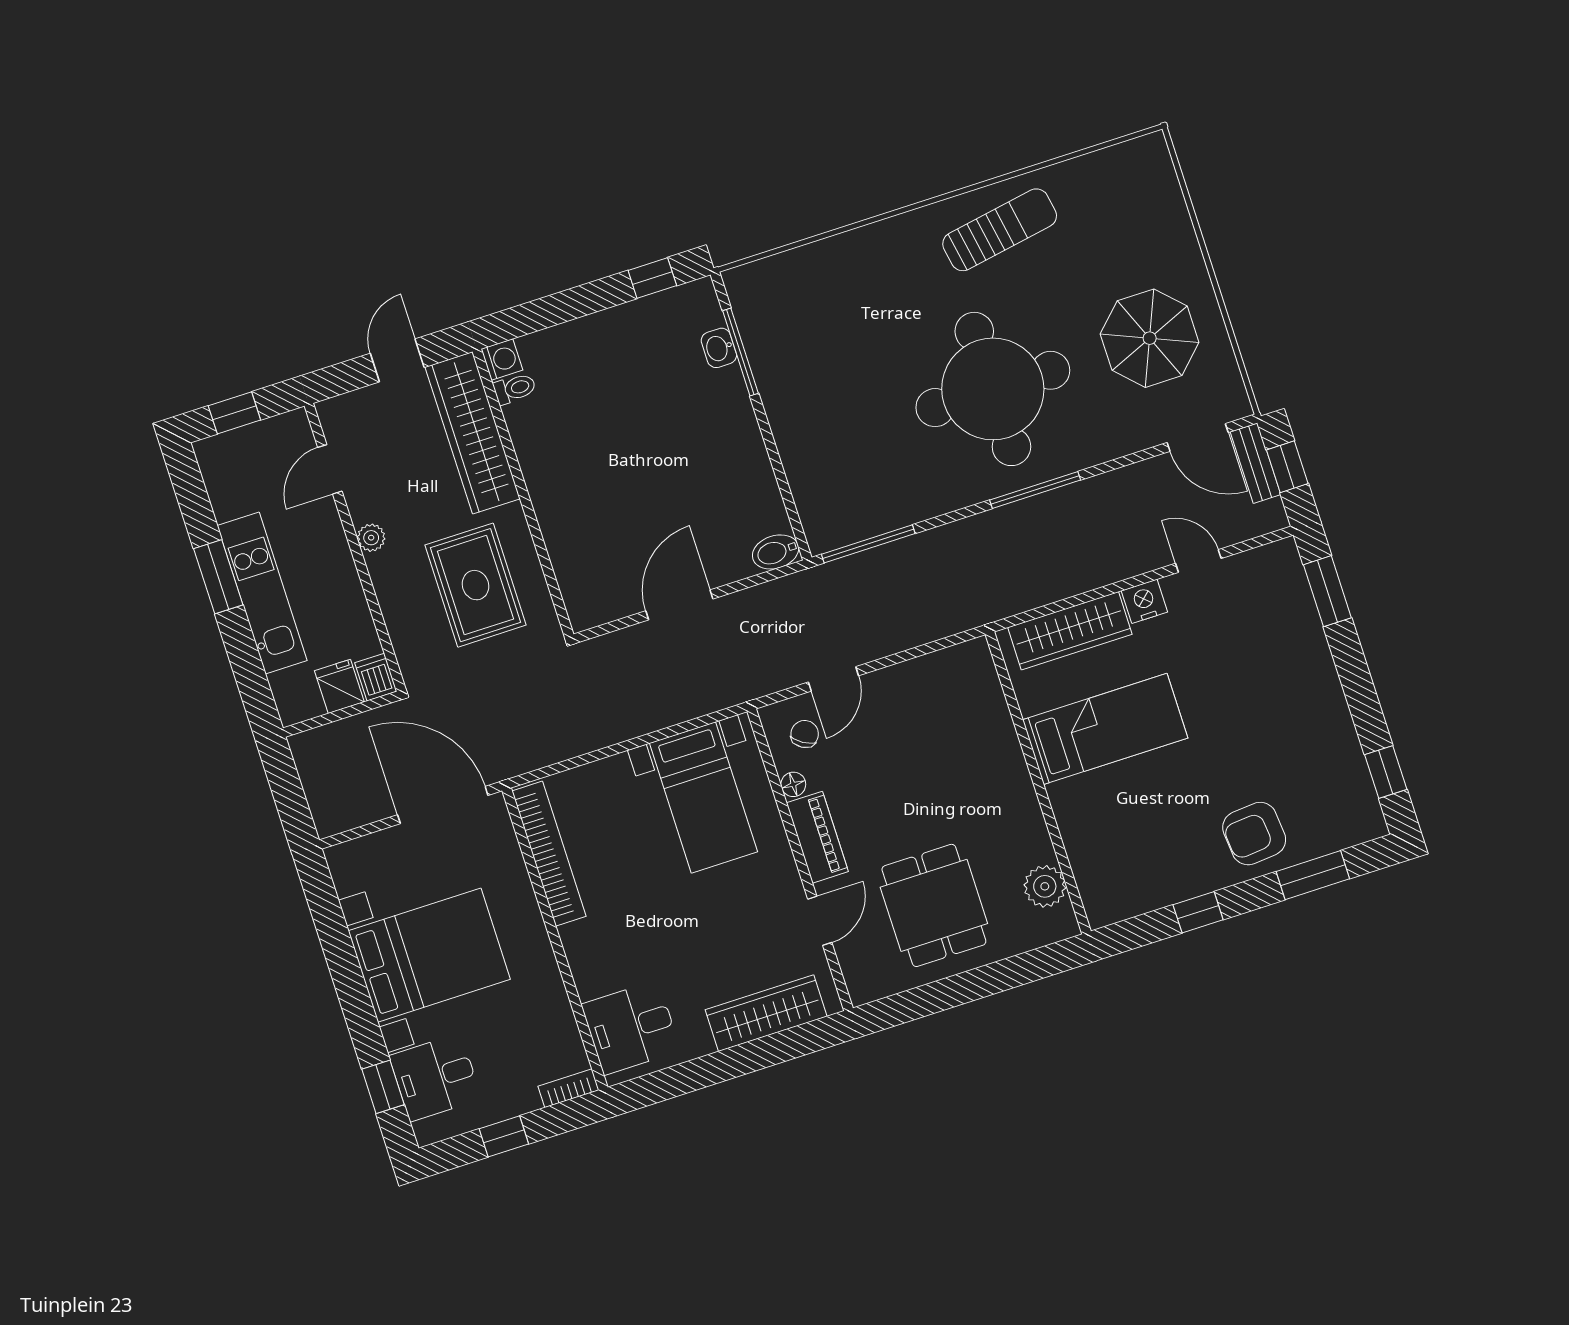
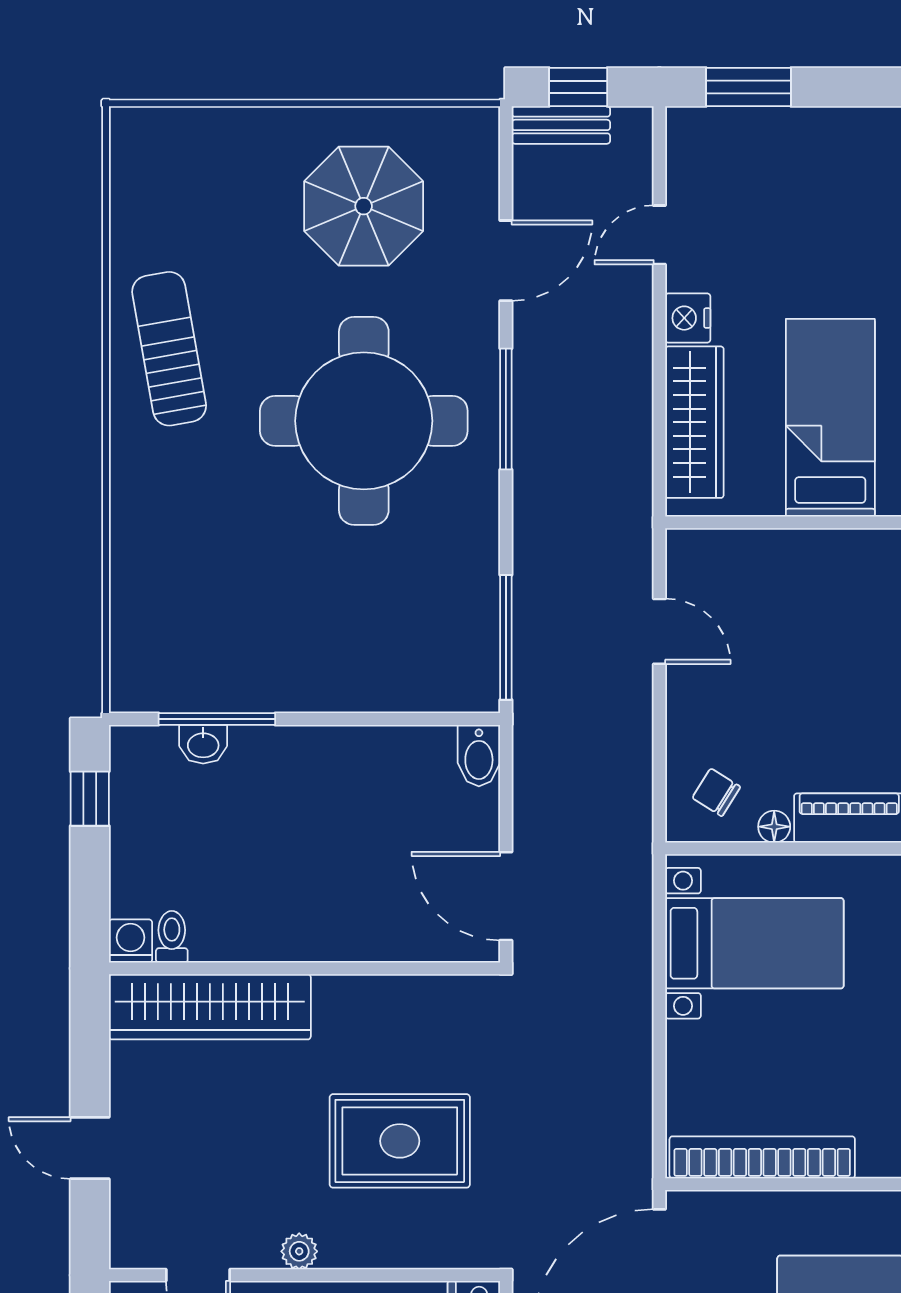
washing machine: (502, 359) -> (131, 941), moved
toilet: (515, 389) -> (172, 937), moved
wardrobe: (473, 433) -> (210, 1007), moved
door: (1198, 437) -> (506, 261), moved
wall: (523, 493) -> (305, 968), moved
door: (833, 679) -> (659, 631), moved

